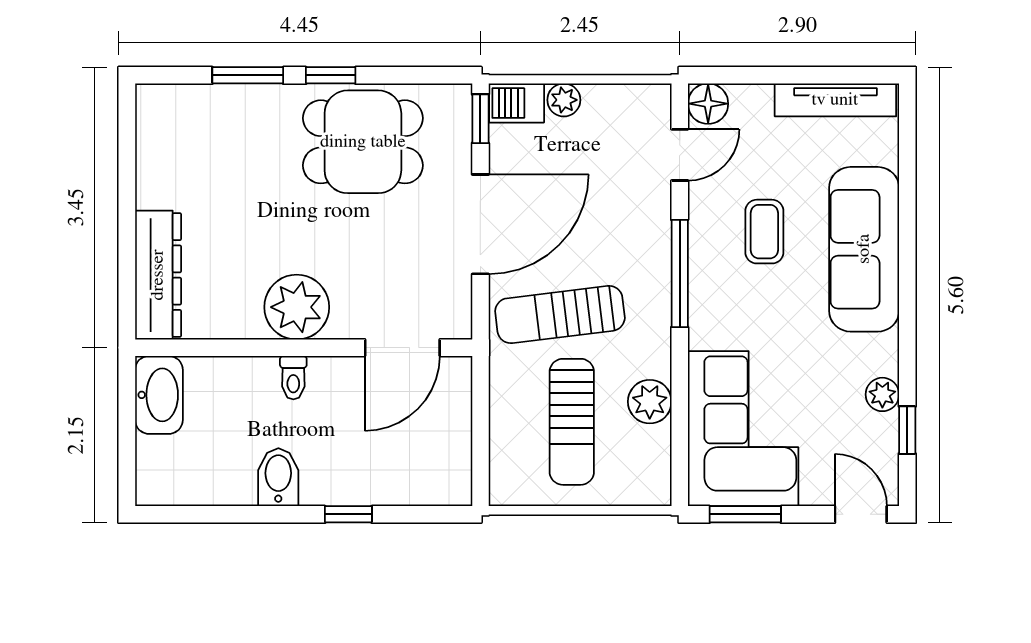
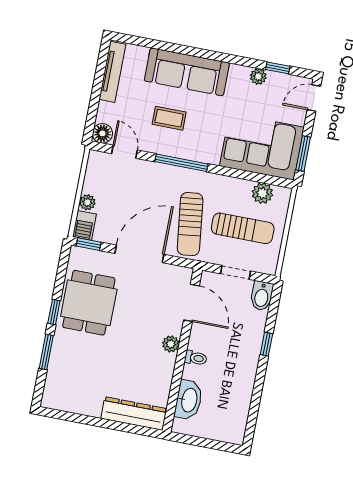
door: (480, 224) -> (139, 254), hinge flipped
plant: (297, 307) -> (171, 344), width x0.53, depth x0.53
washbasin: (159, 395) -> (189, 400), moved, turned 90
plant: (650, 402) -> (262, 193), moved
doorway: (480, 425) -> (236, 272), added
bidet: (278, 477) -> (262, 296), moved, turned -90

